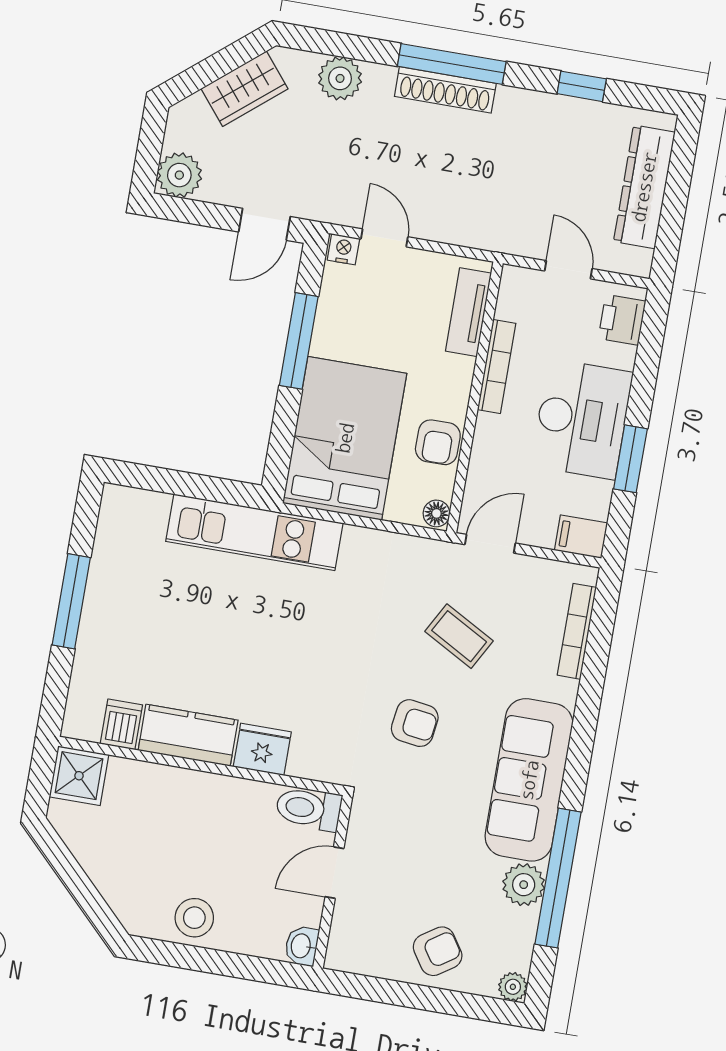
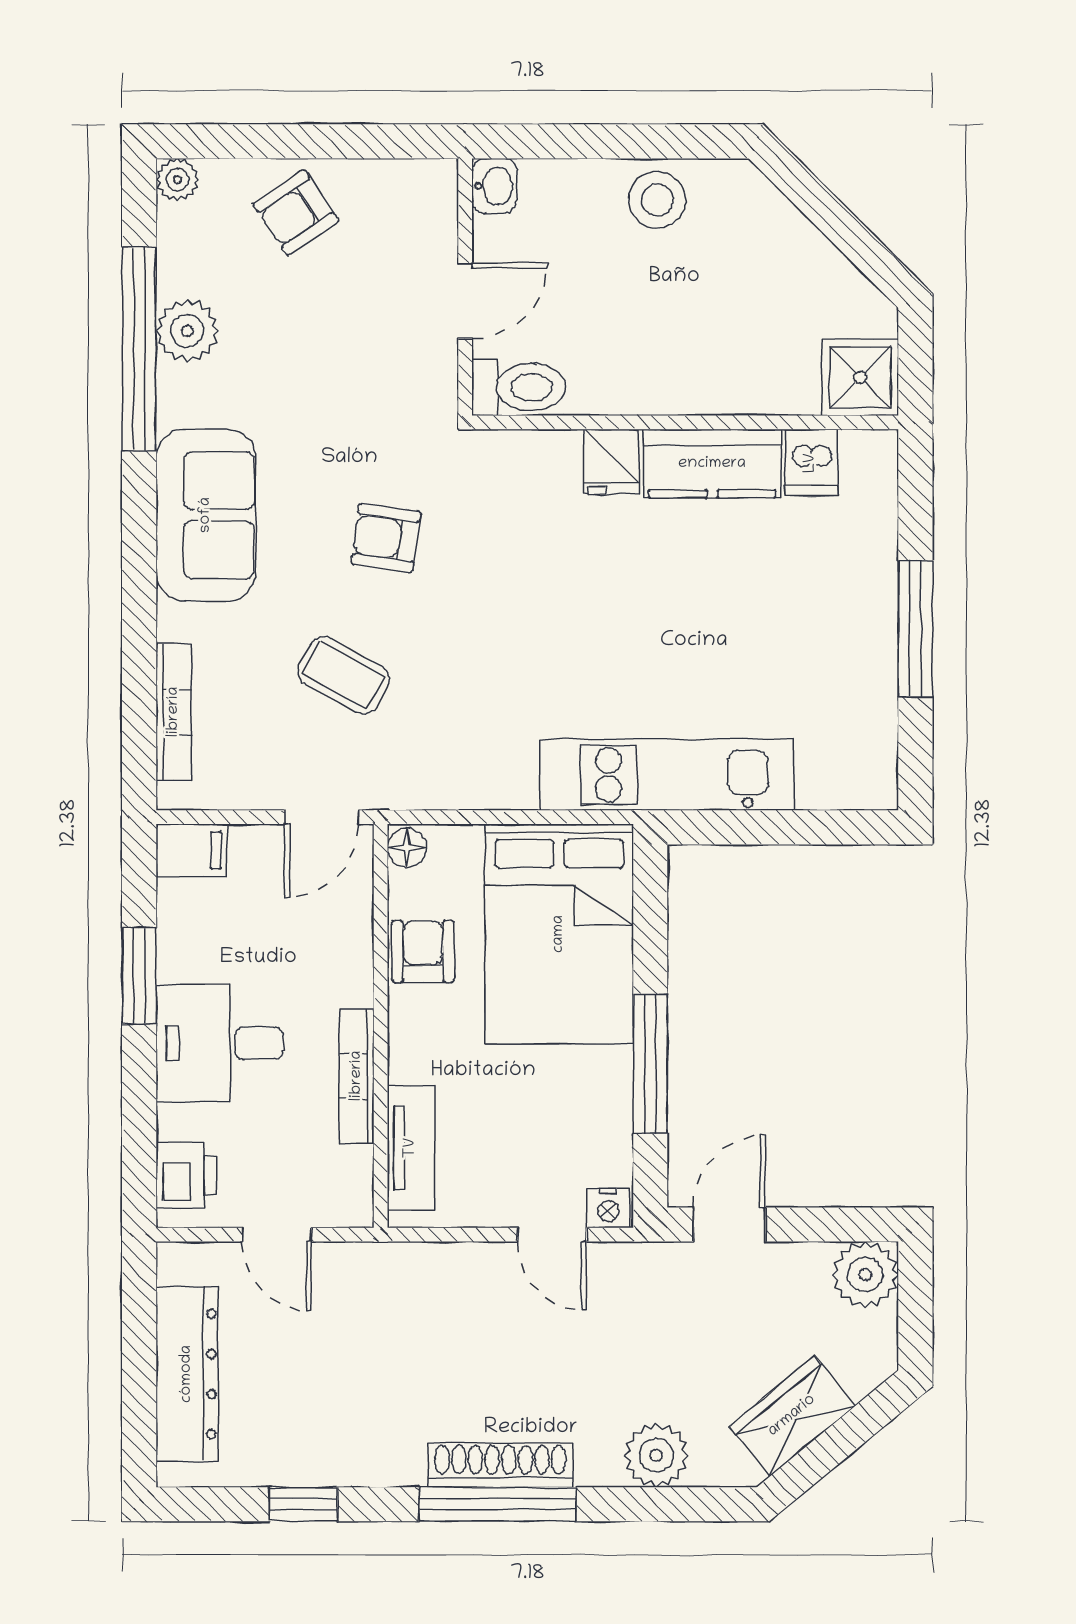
desk: (582, 419) -> (220, 1043), width x0.73
fridge: (262, 749) -> (611, 462), width x0.72
sofa: (529, 780) -> (206, 515), width x0.73

